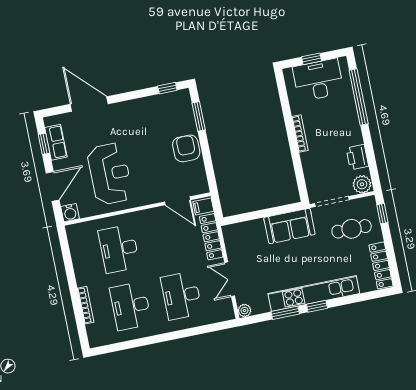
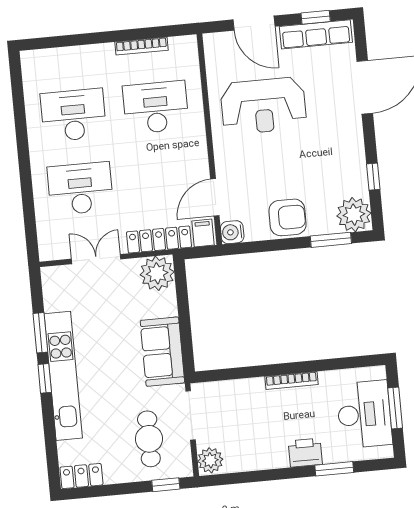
window: (312, 59) -> (395, 408), width x1.50
window: (167, 88) -> (373, 177), moved
window: (359, 97) -> (334, 469), width x0.47
plant: (179, 102) -> (354, 215), added
row of seats: (56, 142) -> (316, 34), width x1.48
printer: (357, 157) -> (305, 453), moved
water cooler: (70, 213) -> (232, 232), moved
locker: (381, 265) -> (81, 476), width x0.66
bookcase: (86, 305) -> (141, 46), moved
plant: (244, 310) -> (157, 273), moved, width x1.88, depth x1.88

